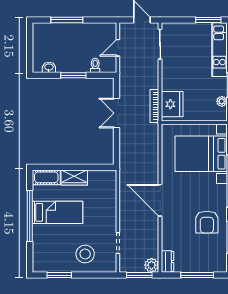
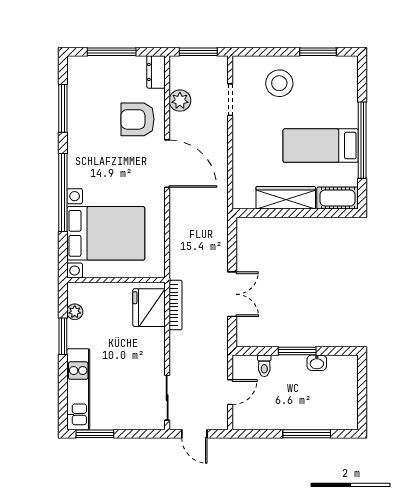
washbasin: (49, 67) -> (317, 363), moved
wardrobe: (74, 177) -> (286, 198), width x1.50
armchair: (207, 222) -> (138, 119), moved, turned -90
plant: (152, 265) -> (180, 101), moved

